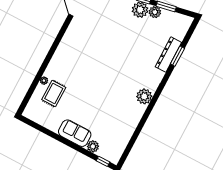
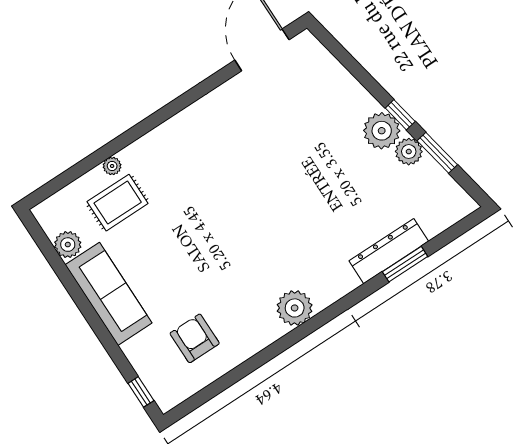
armchair: (112, 129) -> (195, 338), added
sofa: (75, 133) -> (109, 294), width x1.36
plant: (93, 146) -> (68, 245), moved

